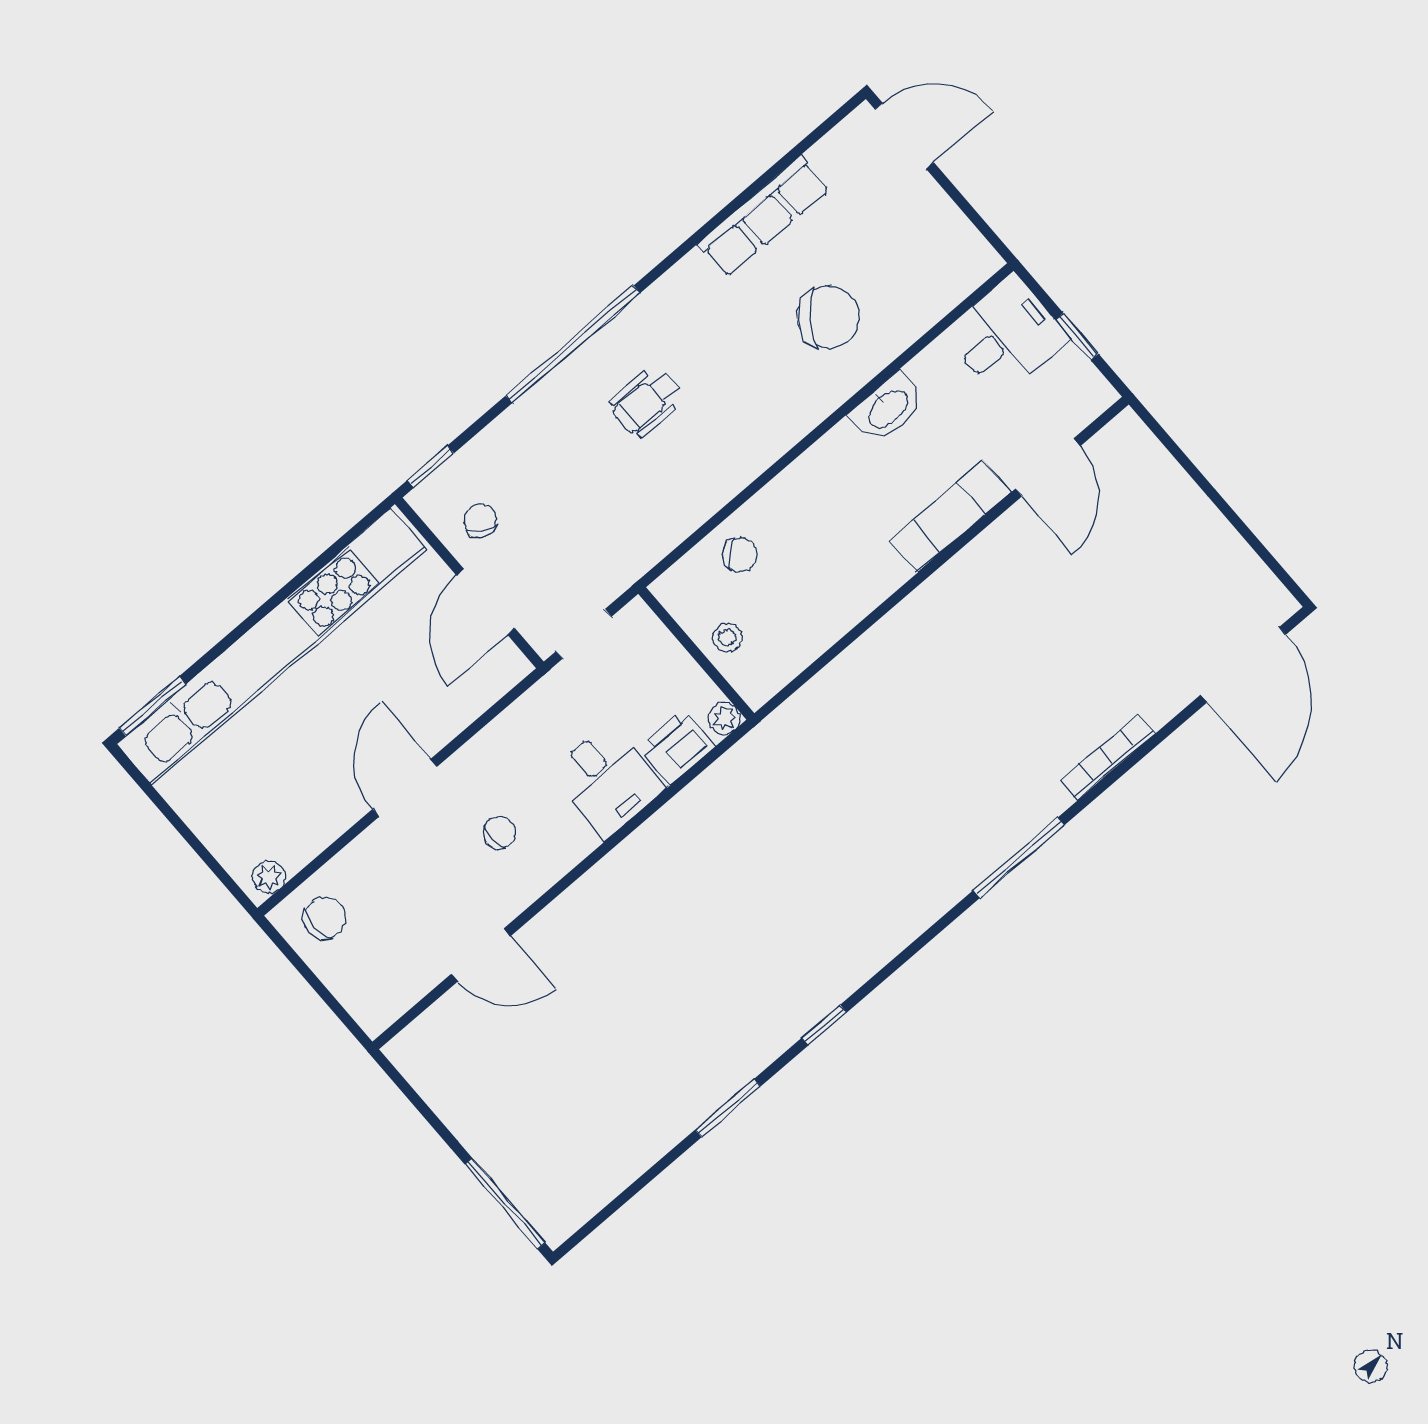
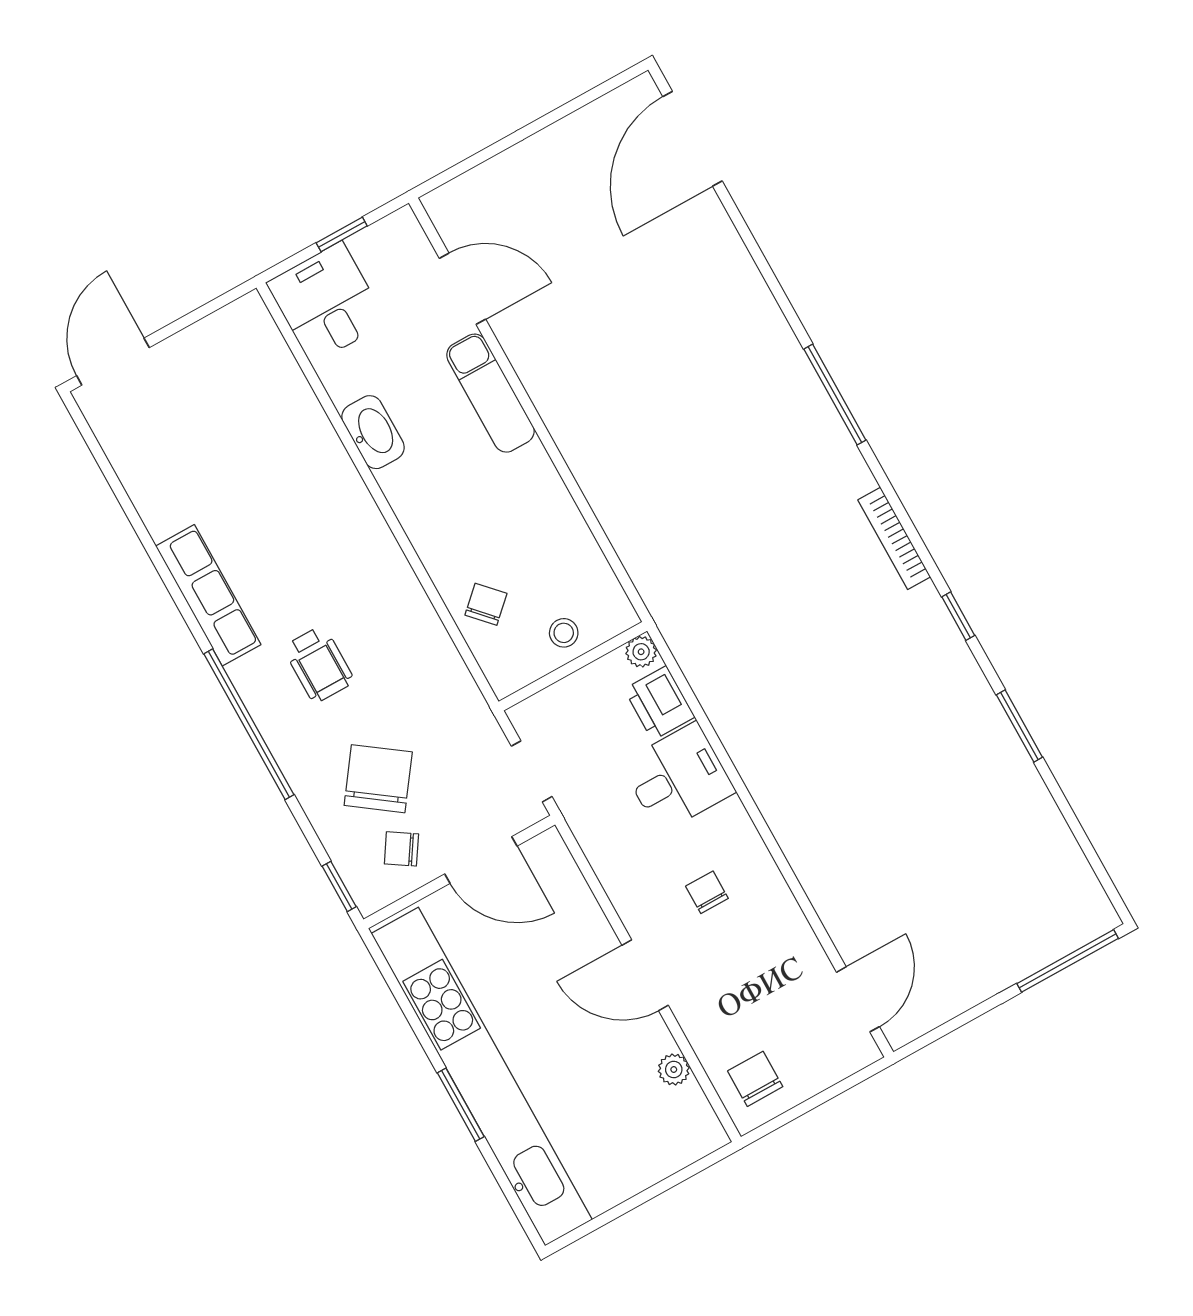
row of seats: (764, 216) -> (208, 595), moved
chair: (828, 317) -> (378, 779), moved
door: (1243, 665) -> (693, 139), swing flipped
window: (153, 706) -> (461, 1105), moved
bookcase: (1108, 757) -> (894, 538), moved
plant: (269, 877) -> (674, 1069), moved
door: (481, 955) -> (858, 999), moved

